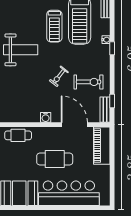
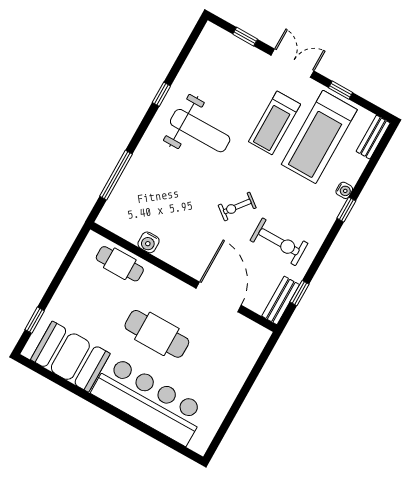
water cooler: (46, 117) -> (149, 242), moved
piano: (102, 146) -> (243, 354), removed

